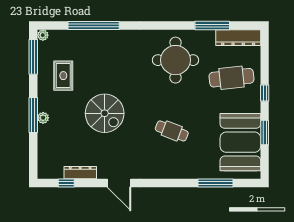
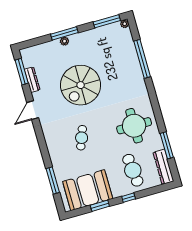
rug: (63, 76) -> (99, 47), removed
spiral stairs: (105, 113) -> (81, 85), width x1.37, depth x1.37
window: (66, 183) -> (22, 72), width x2.17

